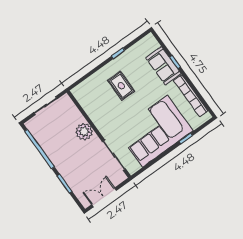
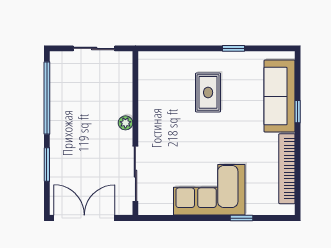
sofa: (163, 66) -> (280, 96), width x1.36
corner sofa: (155, 131) -> (209, 190), width x0.73, depth x0.74
plant: (84, 132) -> (125, 123), width x0.53, depth x0.53
double door: (104, 197) -> (84, 218), width x1.37

